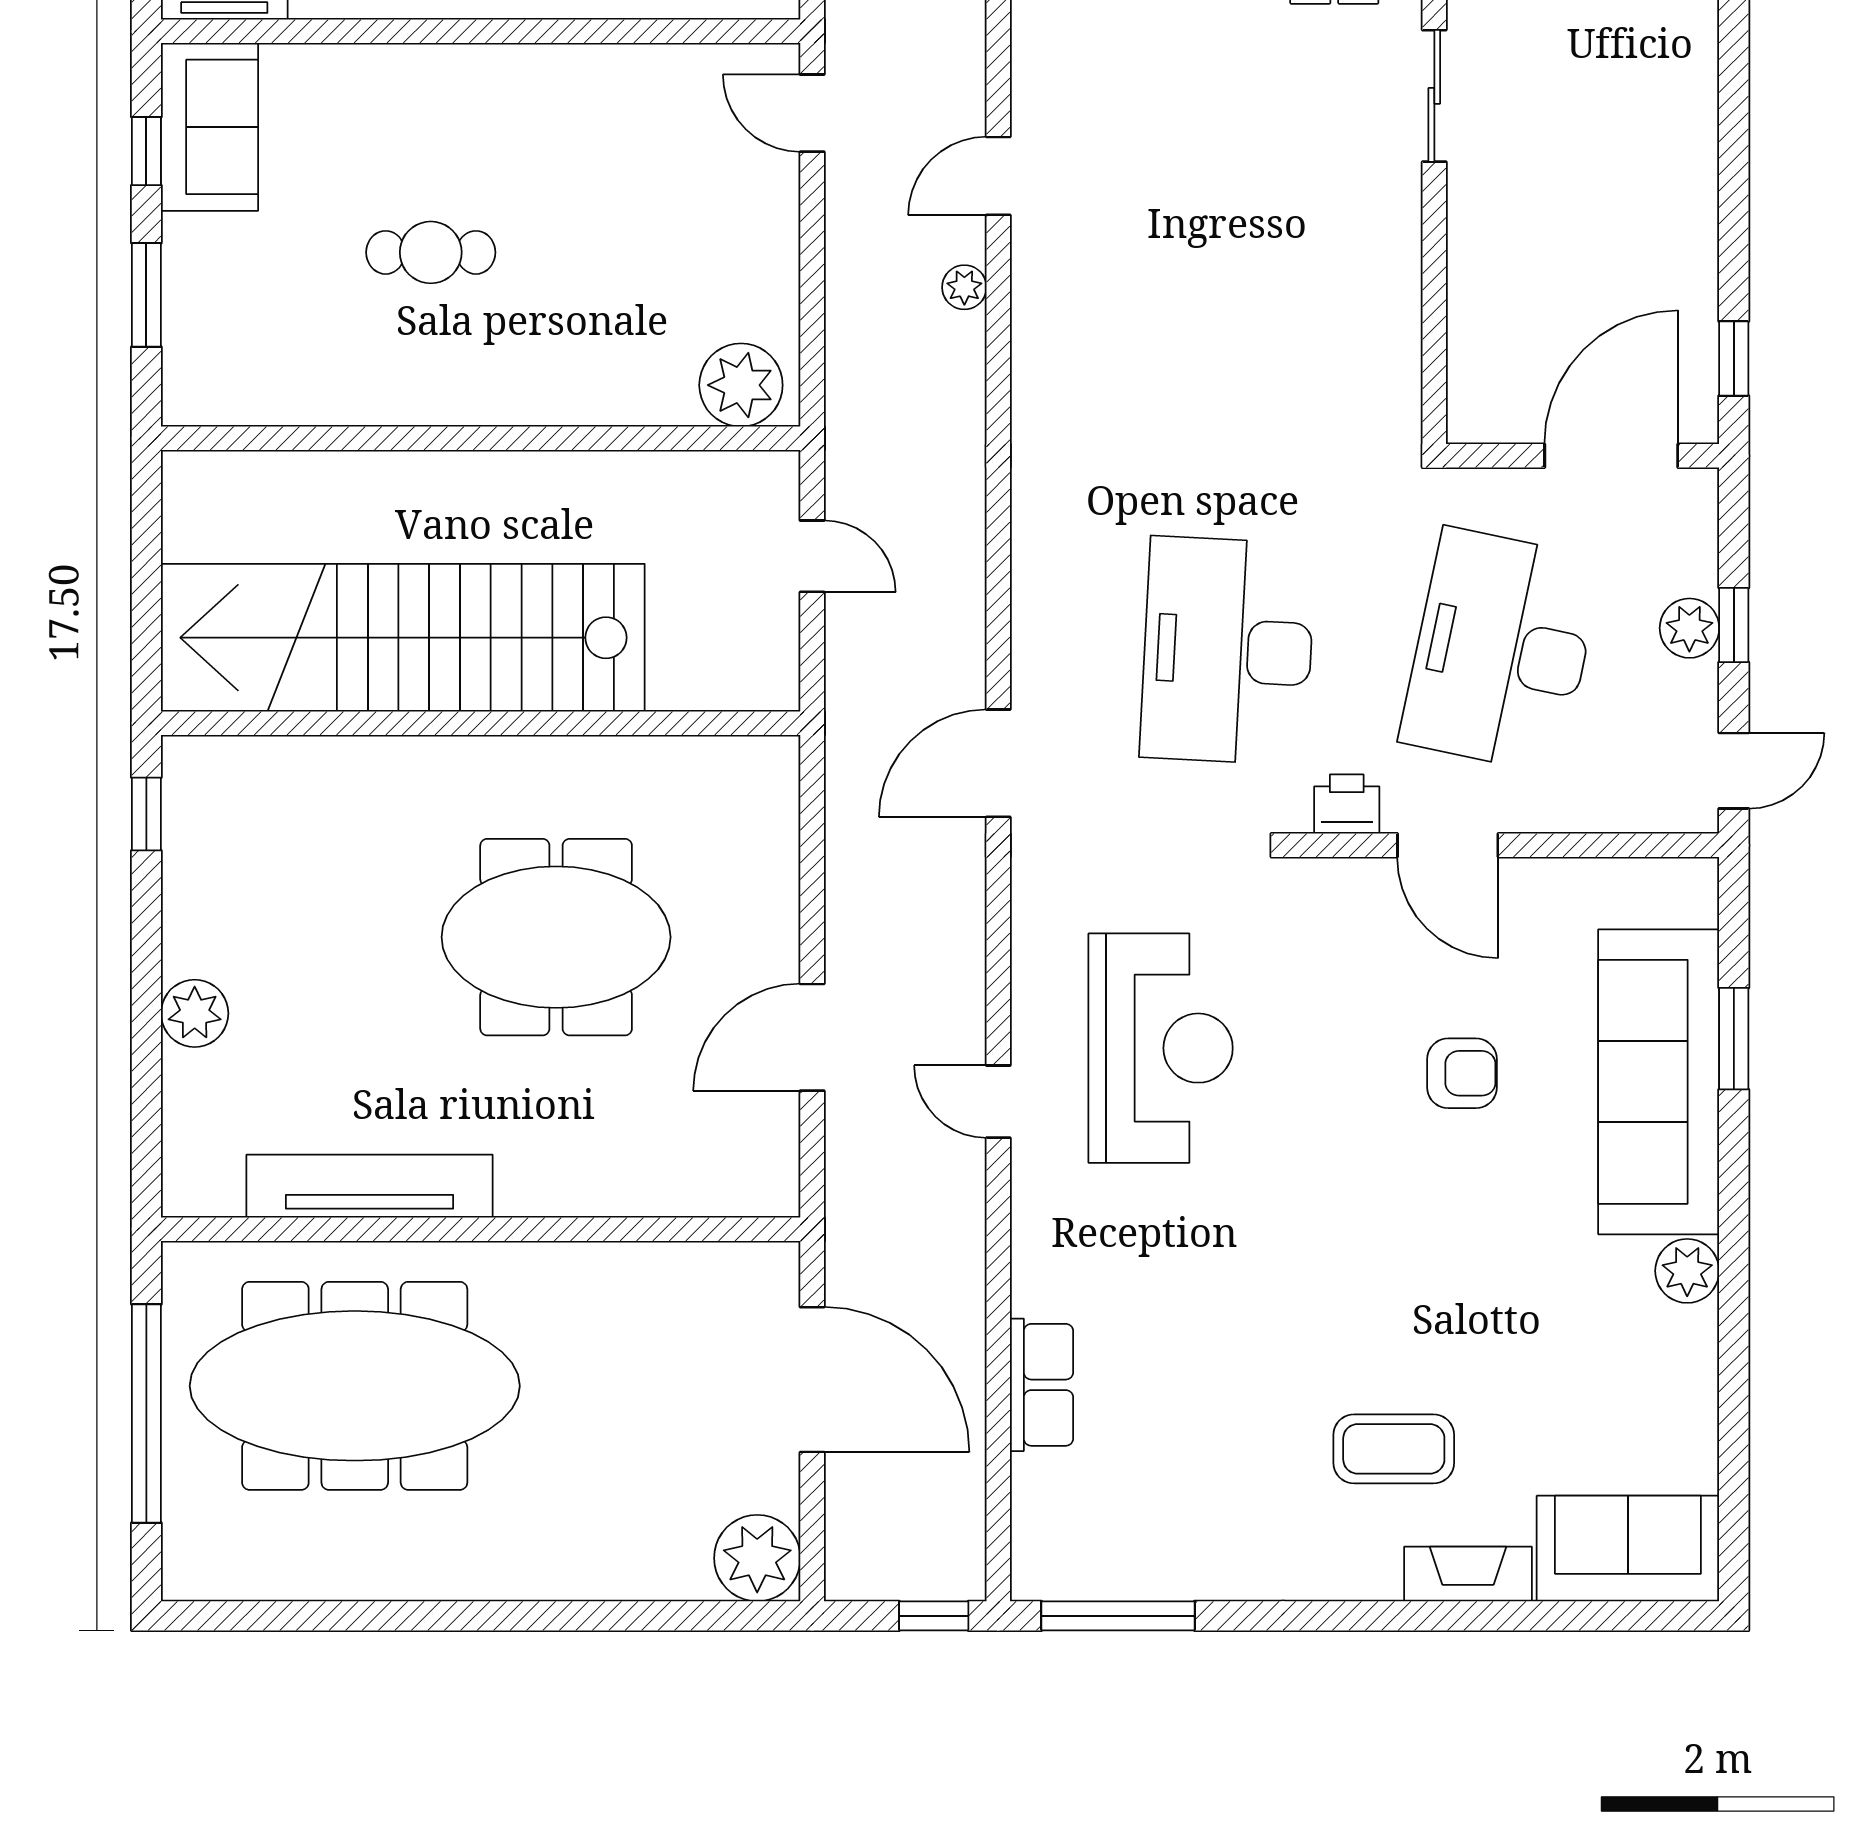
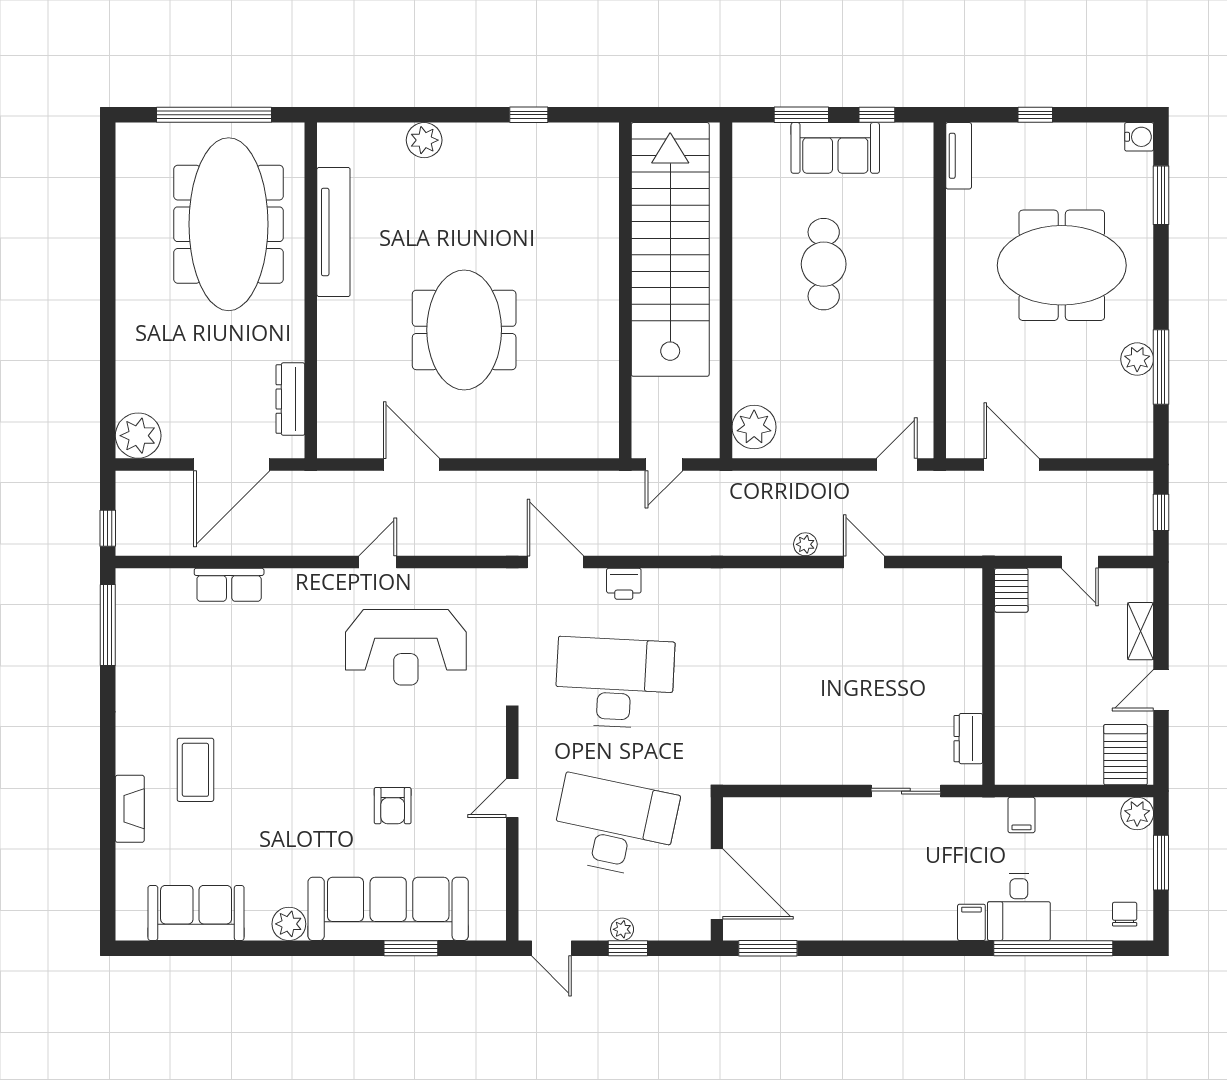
sofa: (209, 127) -> (835, 148), moved
cafe table: (431, 252) -> (824, 264), width x1.37, depth x1.35
window: (1734, 359) -> (768, 948), width x1.50
plant: (1689, 628) -> (622, 929), width x0.73, depth x0.73
stairs: (403, 638) -> (670, 249), moved
wall: (481, 723) -> (625, 290), moved
printer: (1347, 804) -> (624, 584), moved, turned 90
door: (1448, 845) -> (512, 798), width x0.73
dresser: (688, 1268) -> (290, 399), added
sofa: (1628, 1548) -> (196, 913), moved, turned -90

